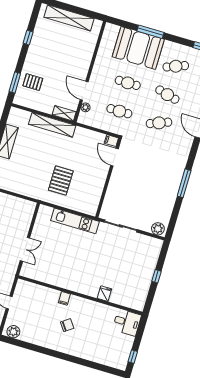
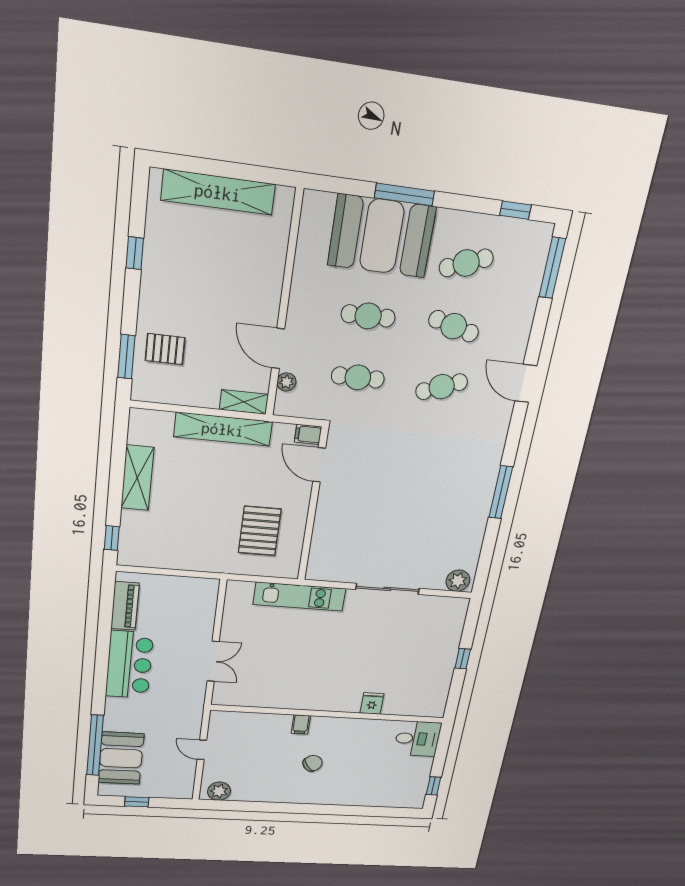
filing cabinet: (111, 141) -> (308, 434), moved
door: (114, 157) -> (319, 465), moved
wall: (108, 178) -> (313, 505), moved

